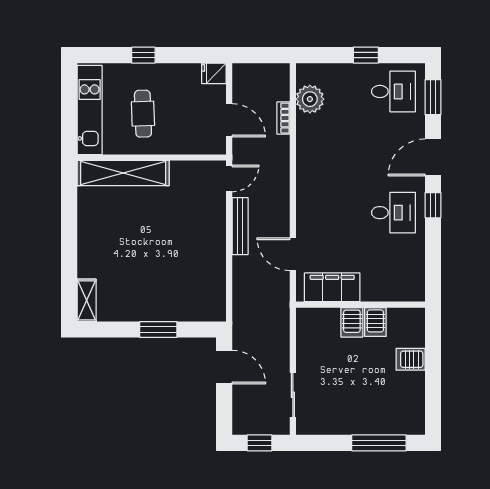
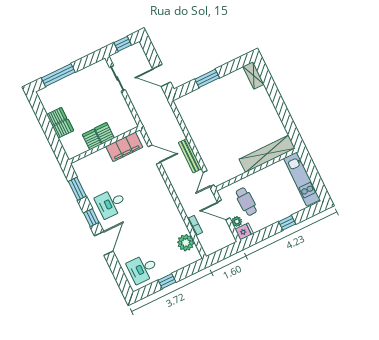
plant: (218, 94) -> (237, 221), added
window: (433, 97) -> (77, 189), moved
cafe table: (143, 114) -> (246, 202), moved
server rack: (411, 382) -> (57, 116), added

